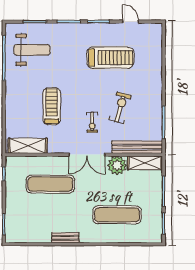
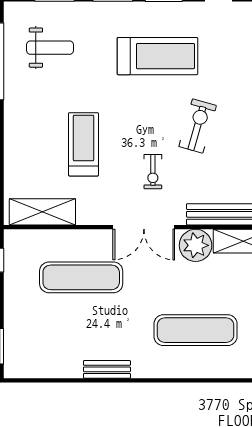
weight bench: (32, 50) -> (50, 48), width x0.73, depth x0.75
treadmill: (110, 58) -> (157, 56), moved
exercise bike: (120, 108) -> (198, 126), moved

